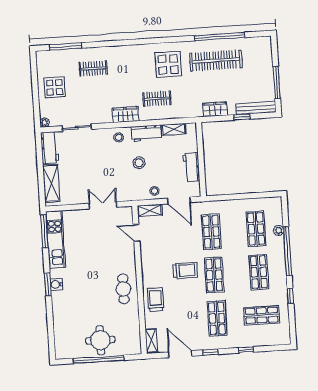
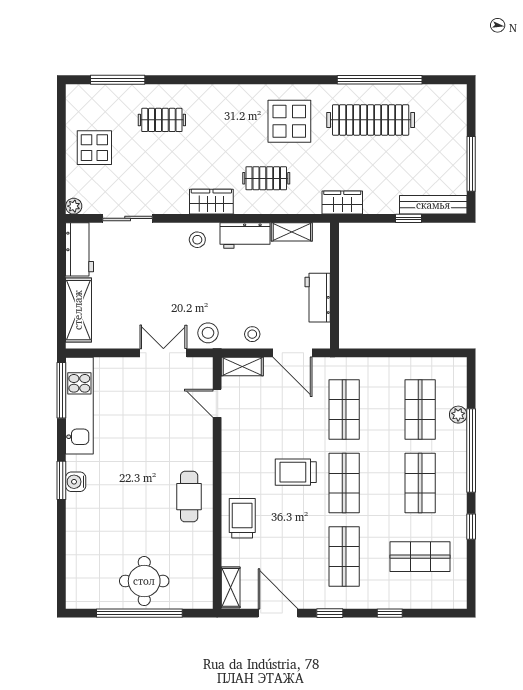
wardrobe: (215, 109) -> (342, 203), moved
stool: (139, 163) -> (208, 333), moved
trolley: (185, 270) -> (296, 472), turned 180

